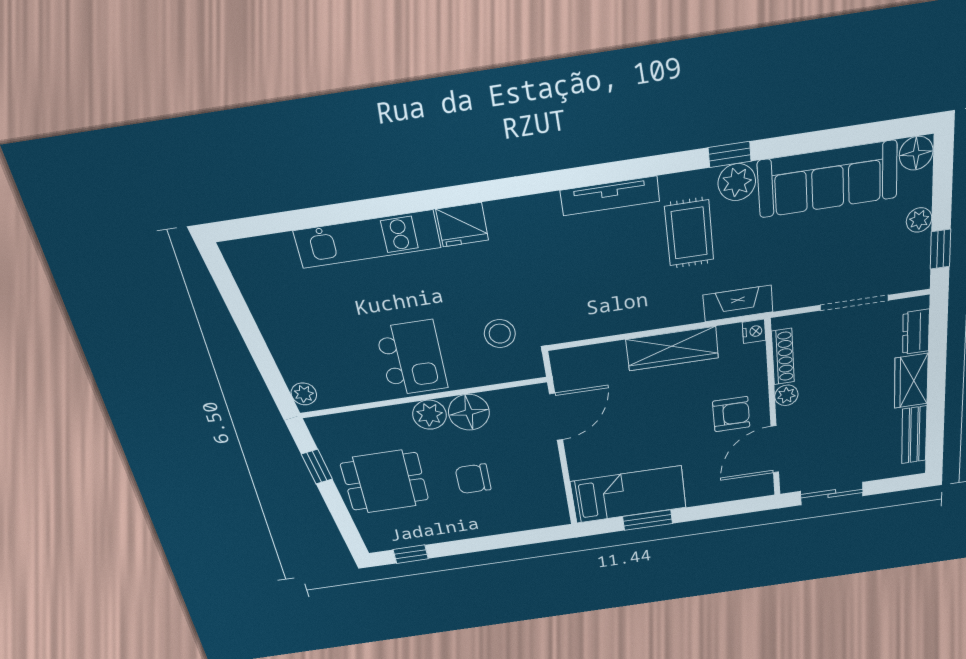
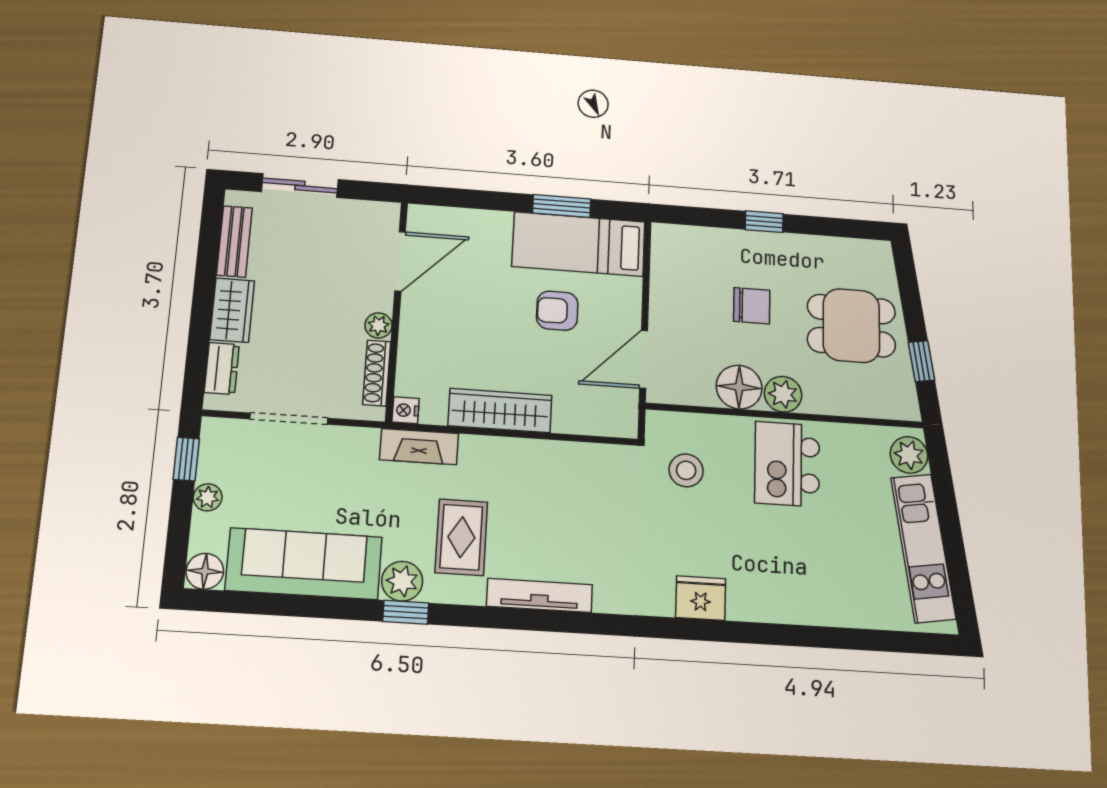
kitchen unit: (367, 239) -> (923, 548), moved, turned -99
plant: (304, 394) -> (909, 455), width x1.38, depth x1.38
armchair: (731, 414) -> (557, 311), moved
sliding door: (832, 494) -> (300, 186), moved
window: (411, 554) -> (764, 222), moved

